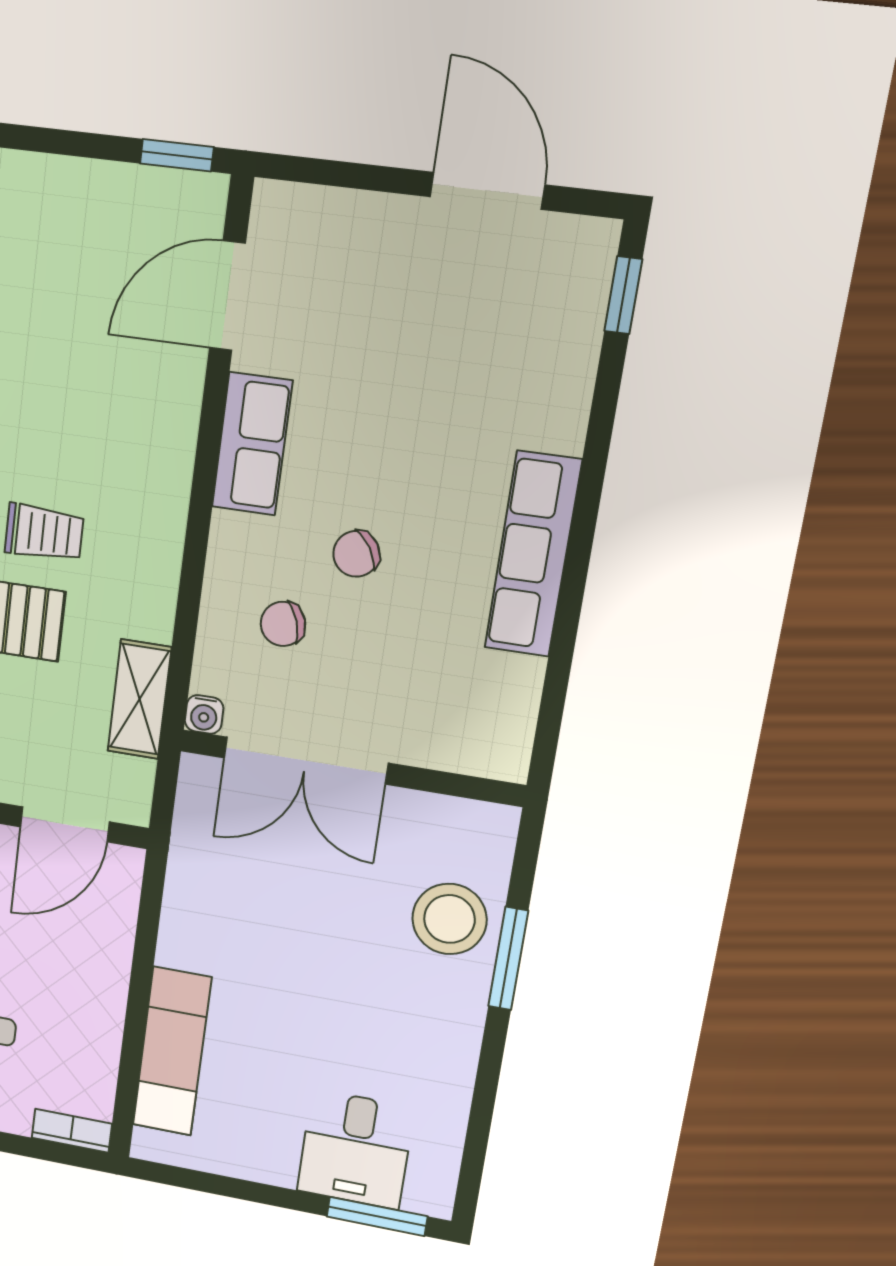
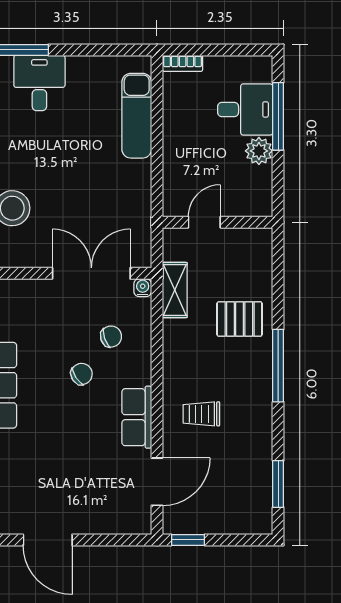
trolley: (44, 533) -> (201, 414), moved
door: (65, 824) -> (204, 222), width x0.73

